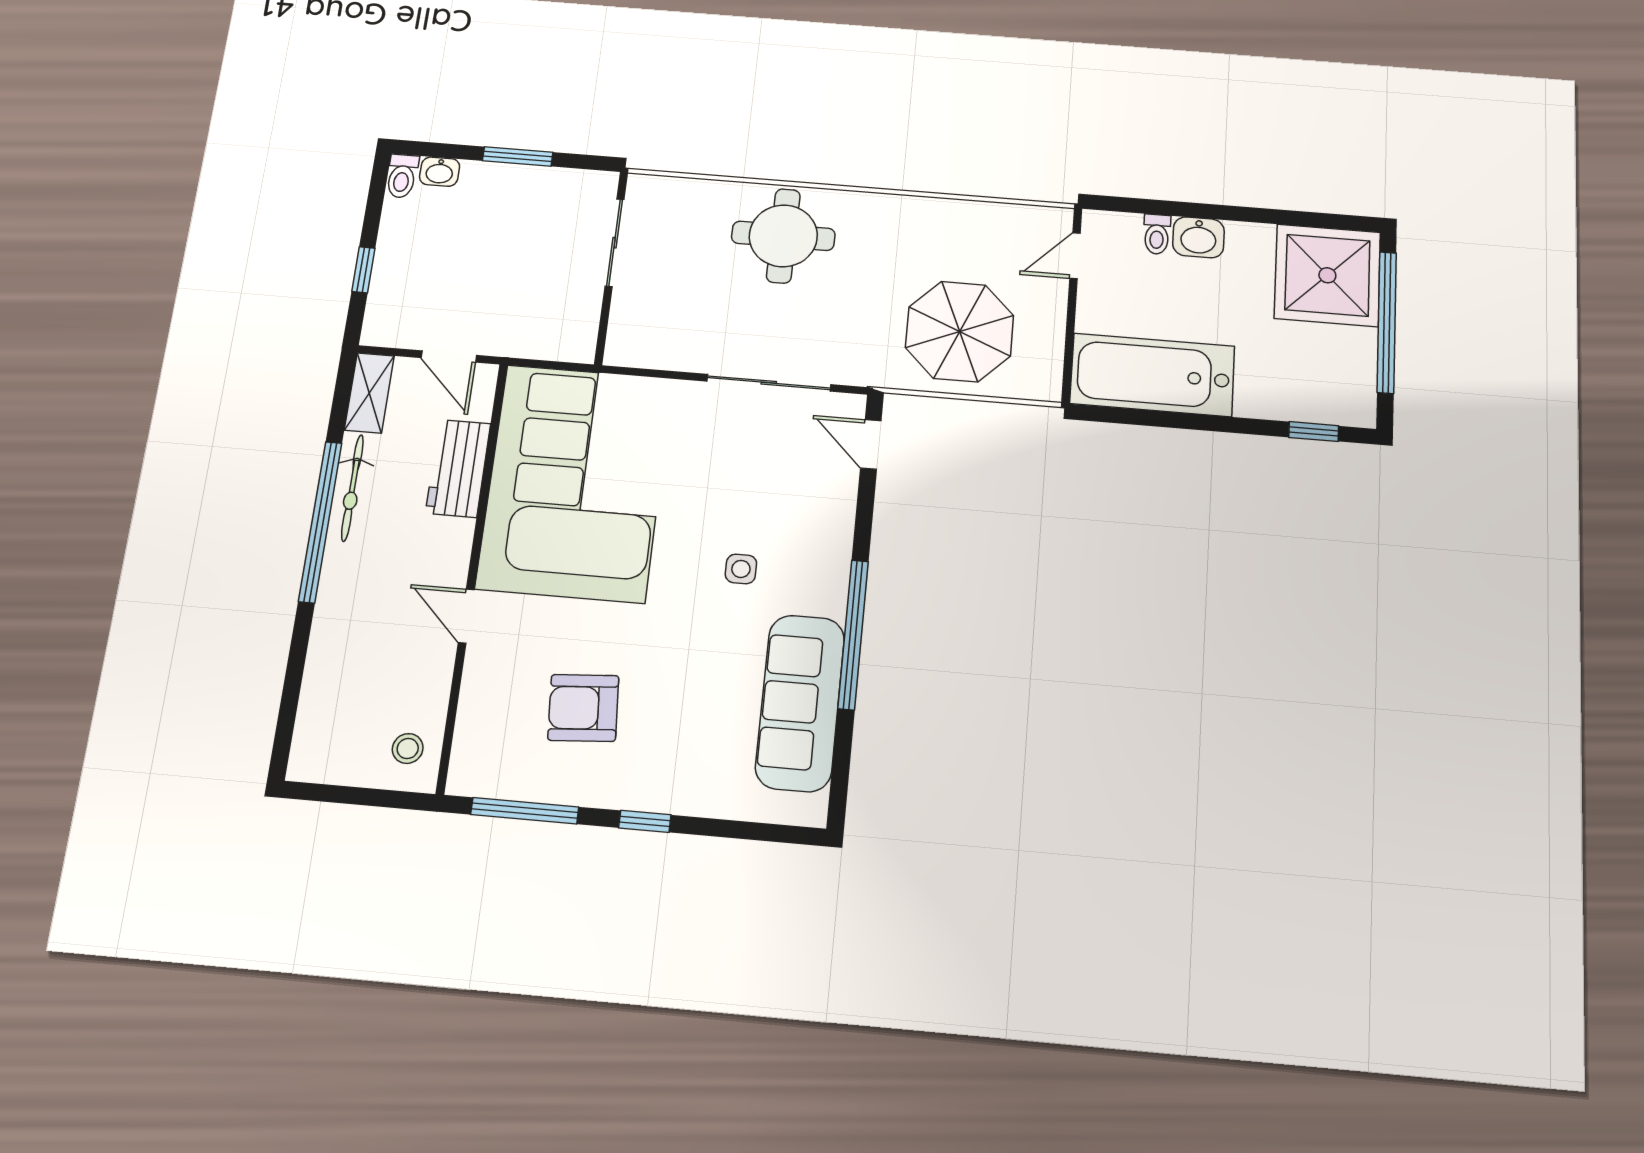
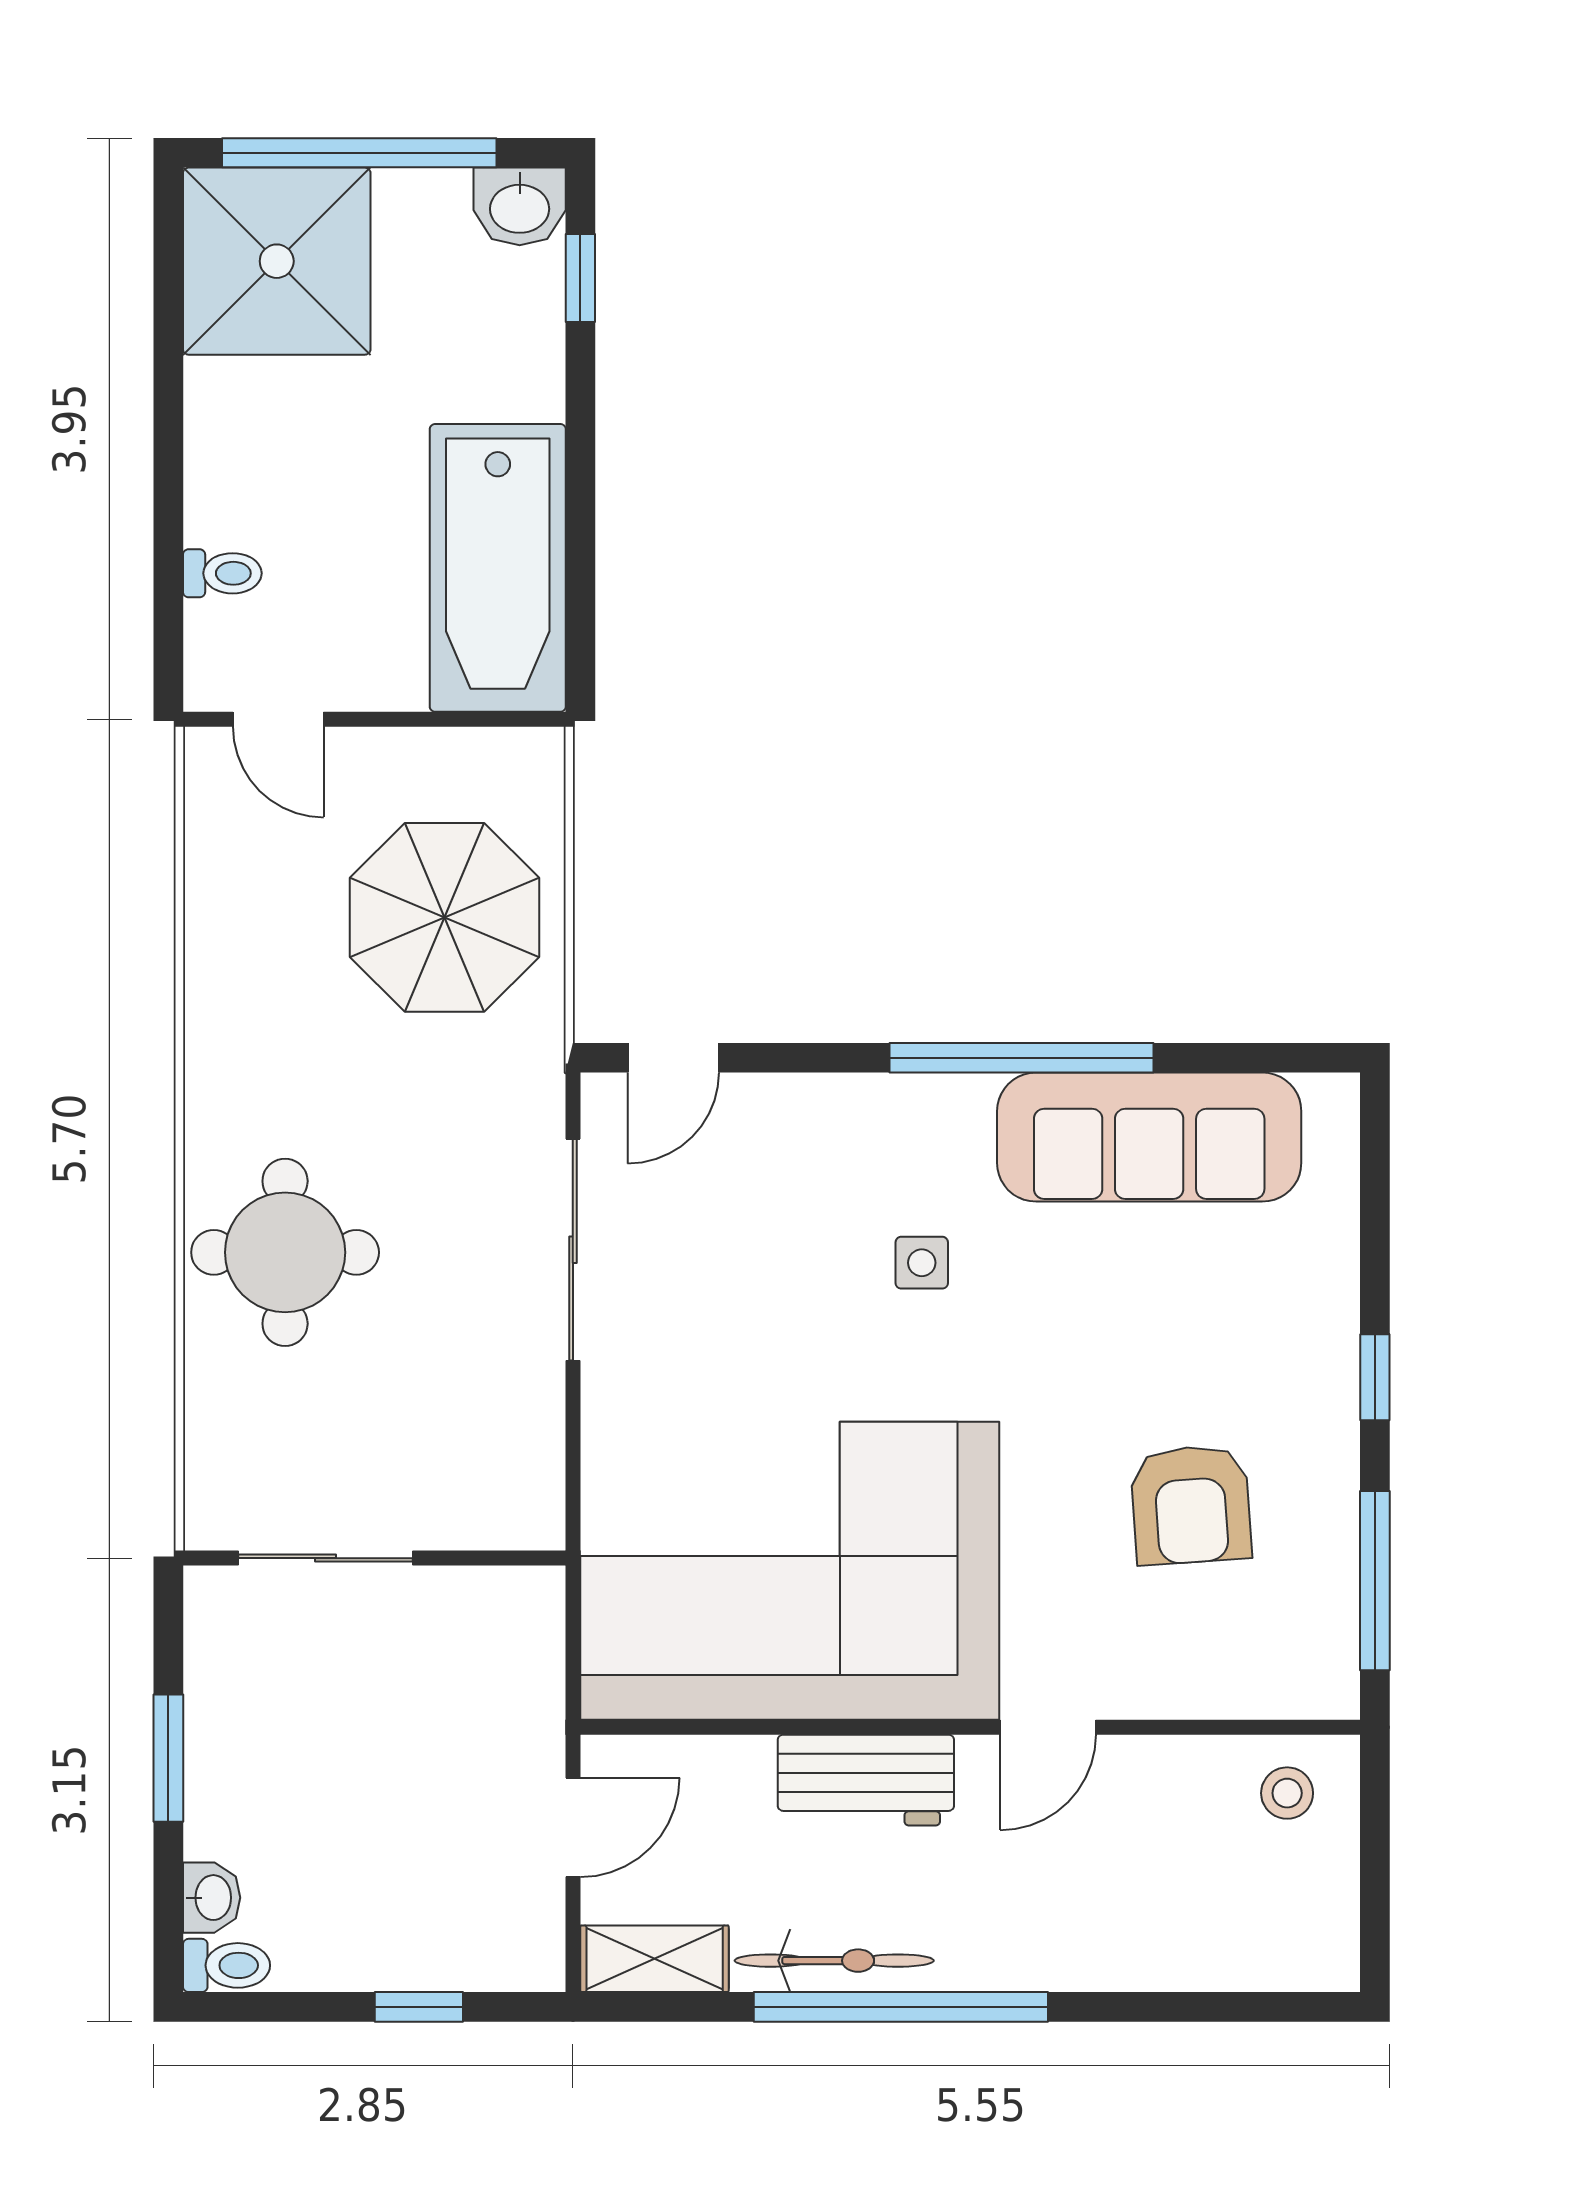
washbasin: (1198, 237) -> (520, 206), moved, turned 90
workbench: (458, 468) -> (866, 1780), moved

